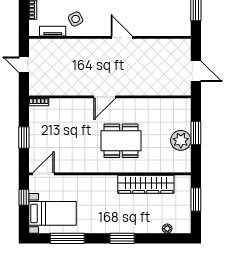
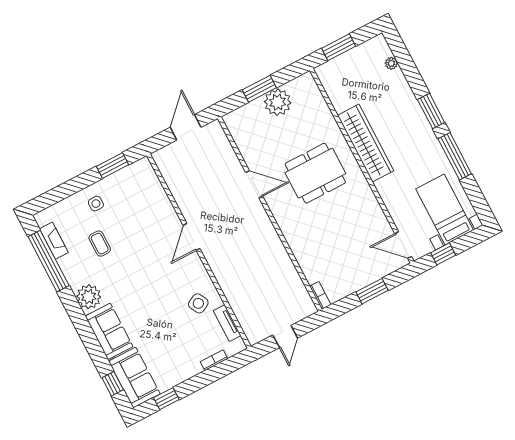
door: (105, 97) -> (254, 184), moved
dining table: (121, 141) -> (315, 173), turned 90
wardrobe: (146, 184) -> (366, 143), moved
window: (67, 238) -> (455, 156), moved

